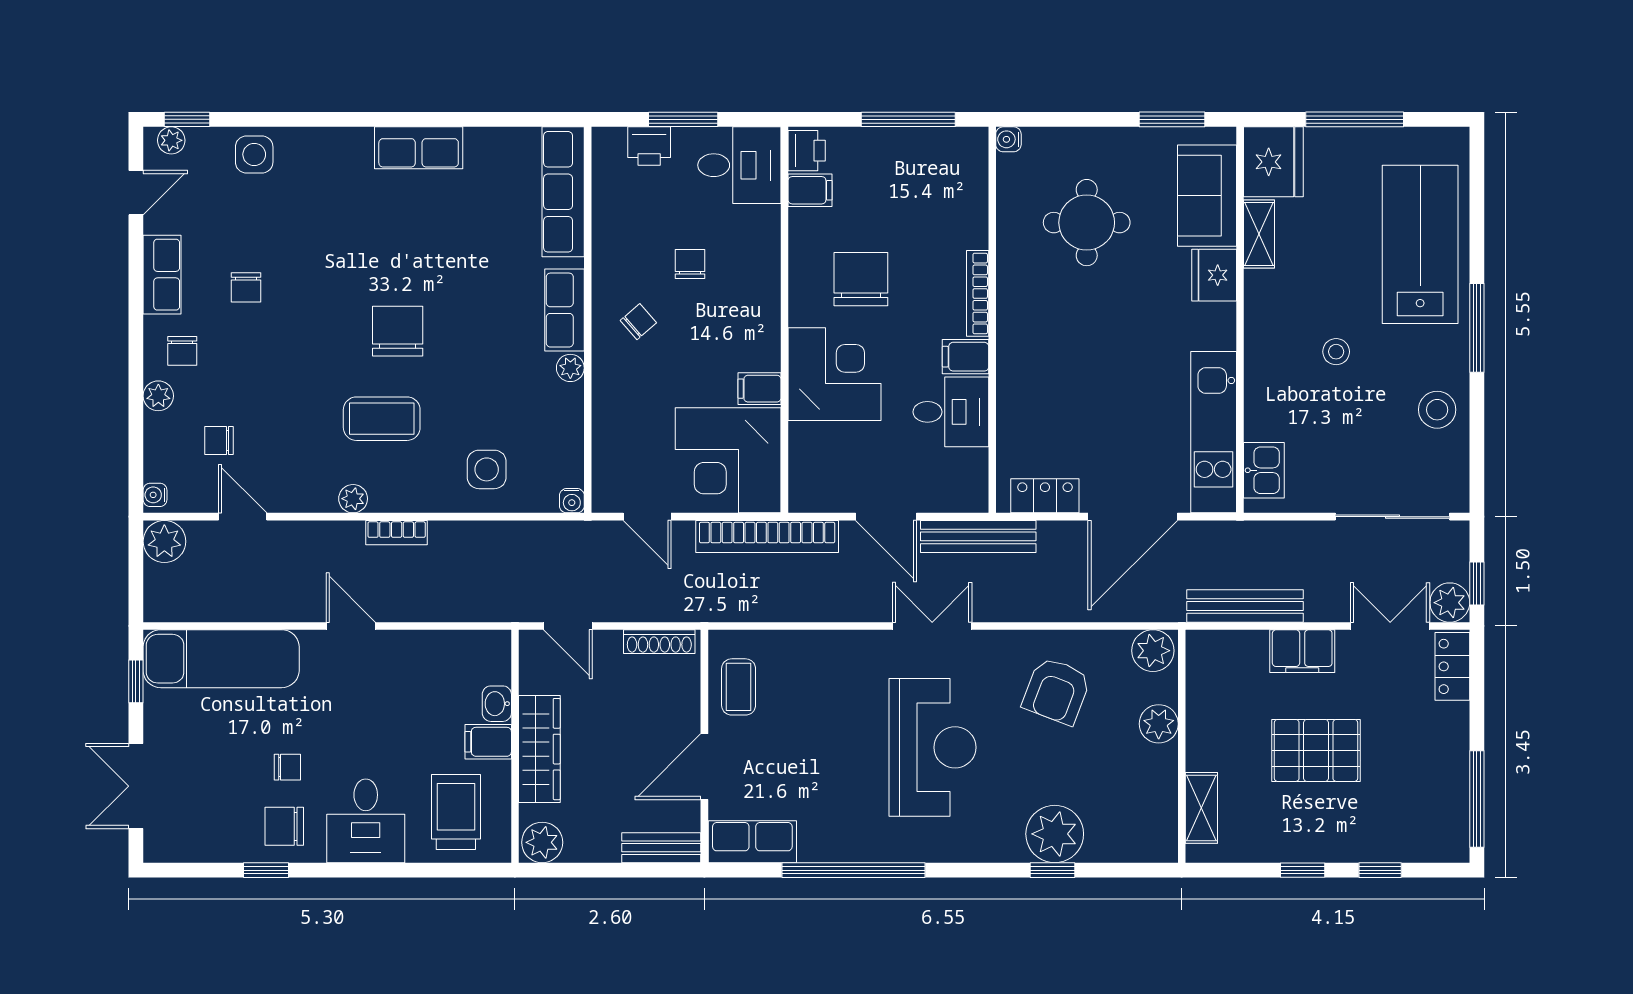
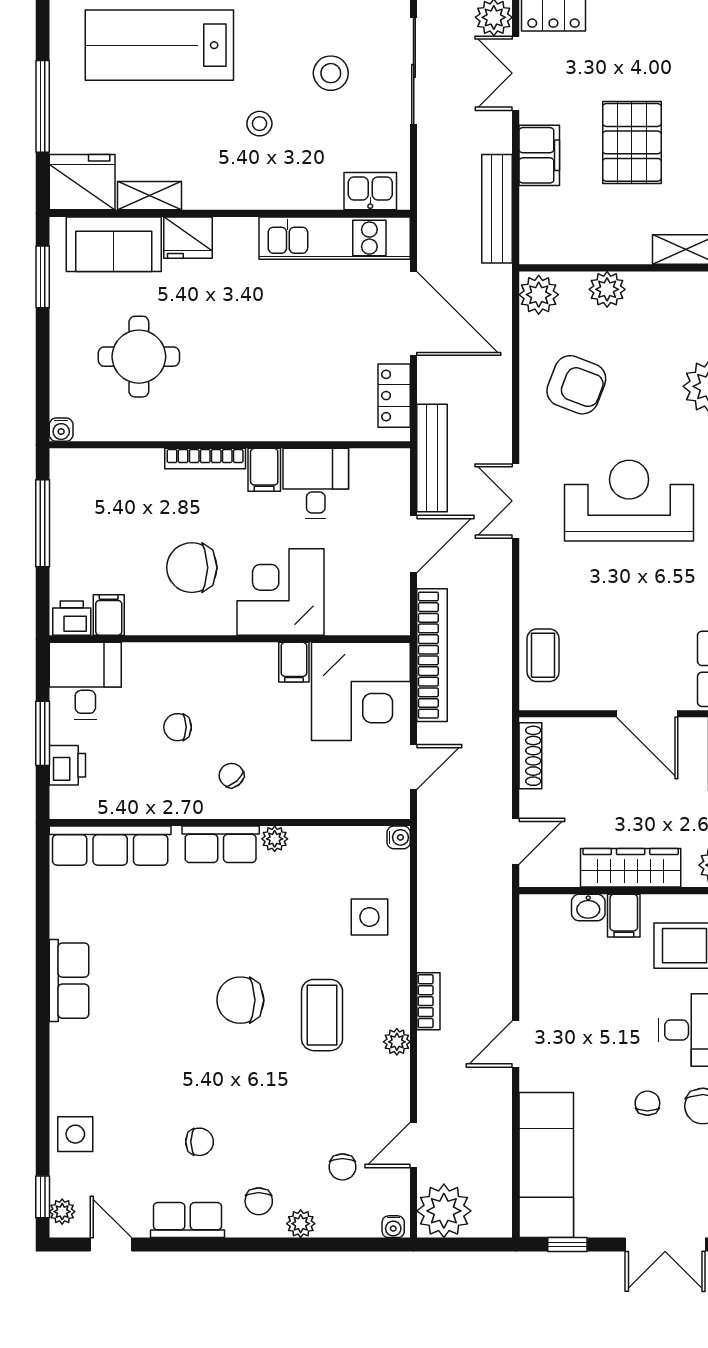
chair: (182, 351) -> (259, 1201), turned 90
stool: (1437, 410) -> (331, 73), moved
plant: (164, 541) -> (444, 1211), width x1.36, depth x1.36
coffee table: (739, 687) -> (543, 655), moved, turned 90

